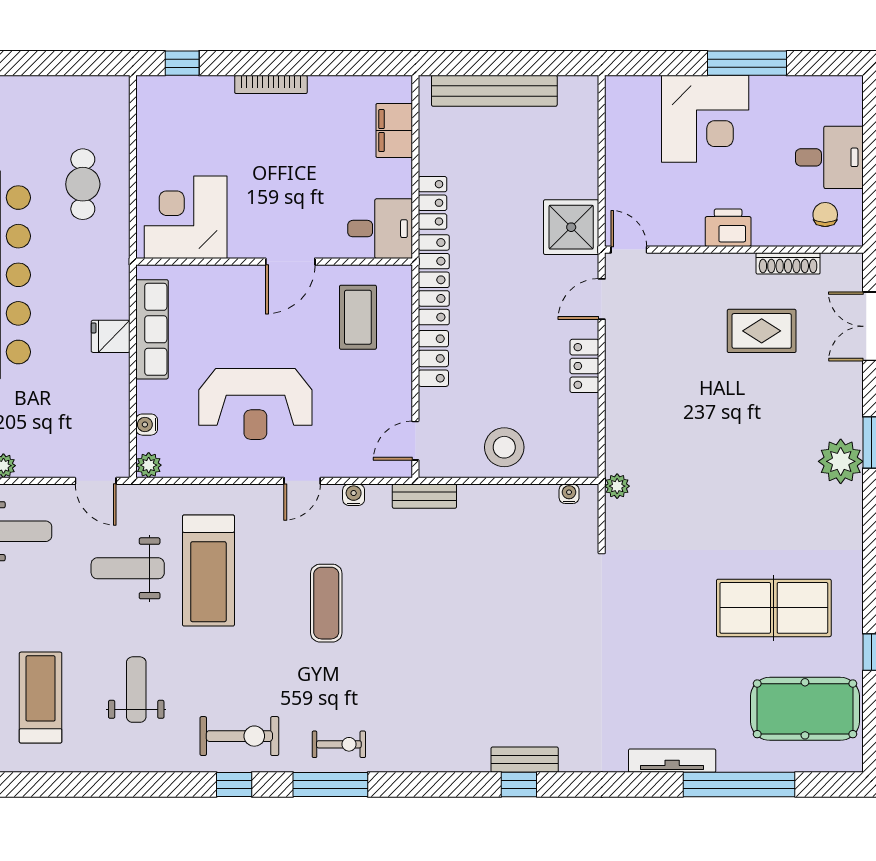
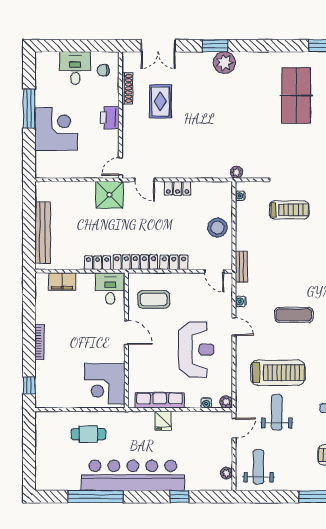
weight bench: (128, 568) -> (277, 412), turned 180
treadmill: (540, 594) -> (289, 210), added

